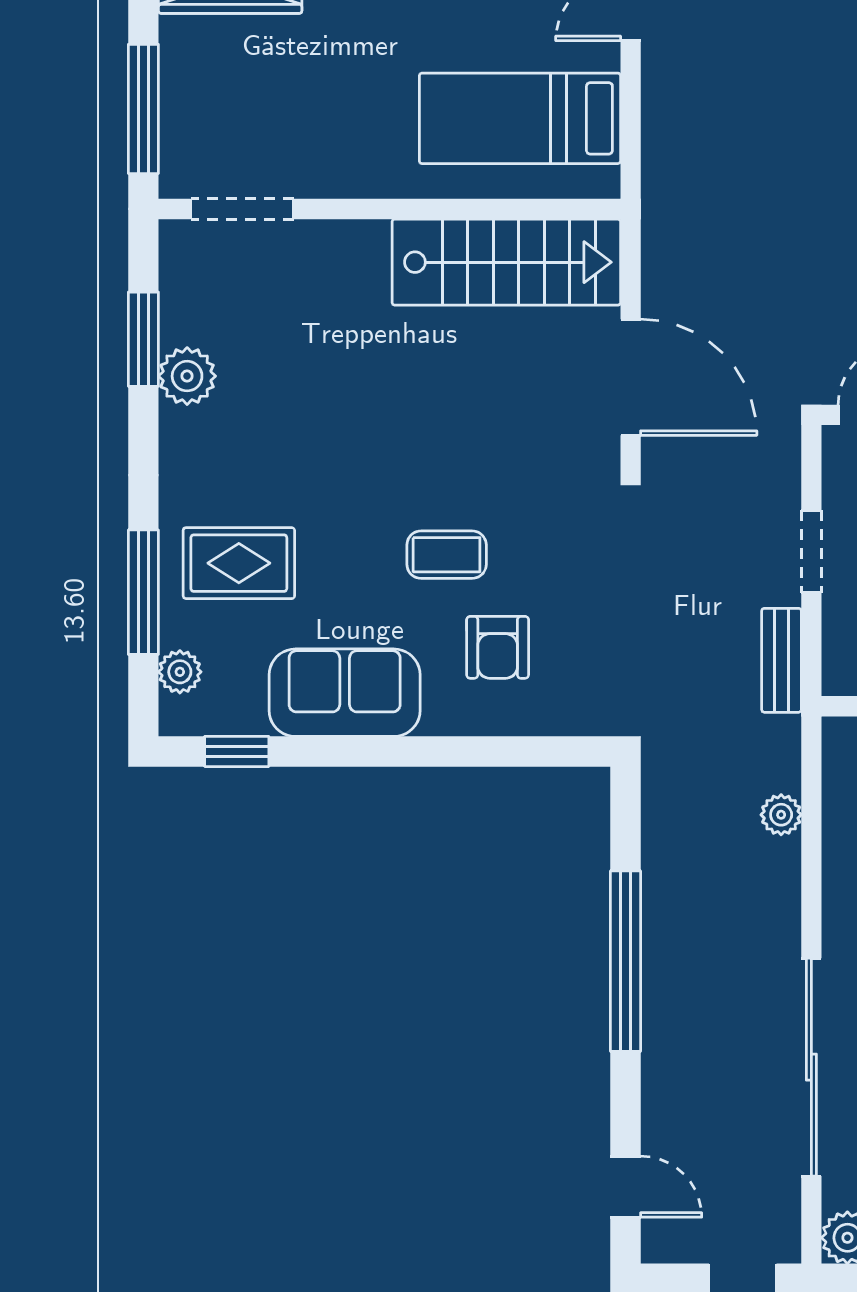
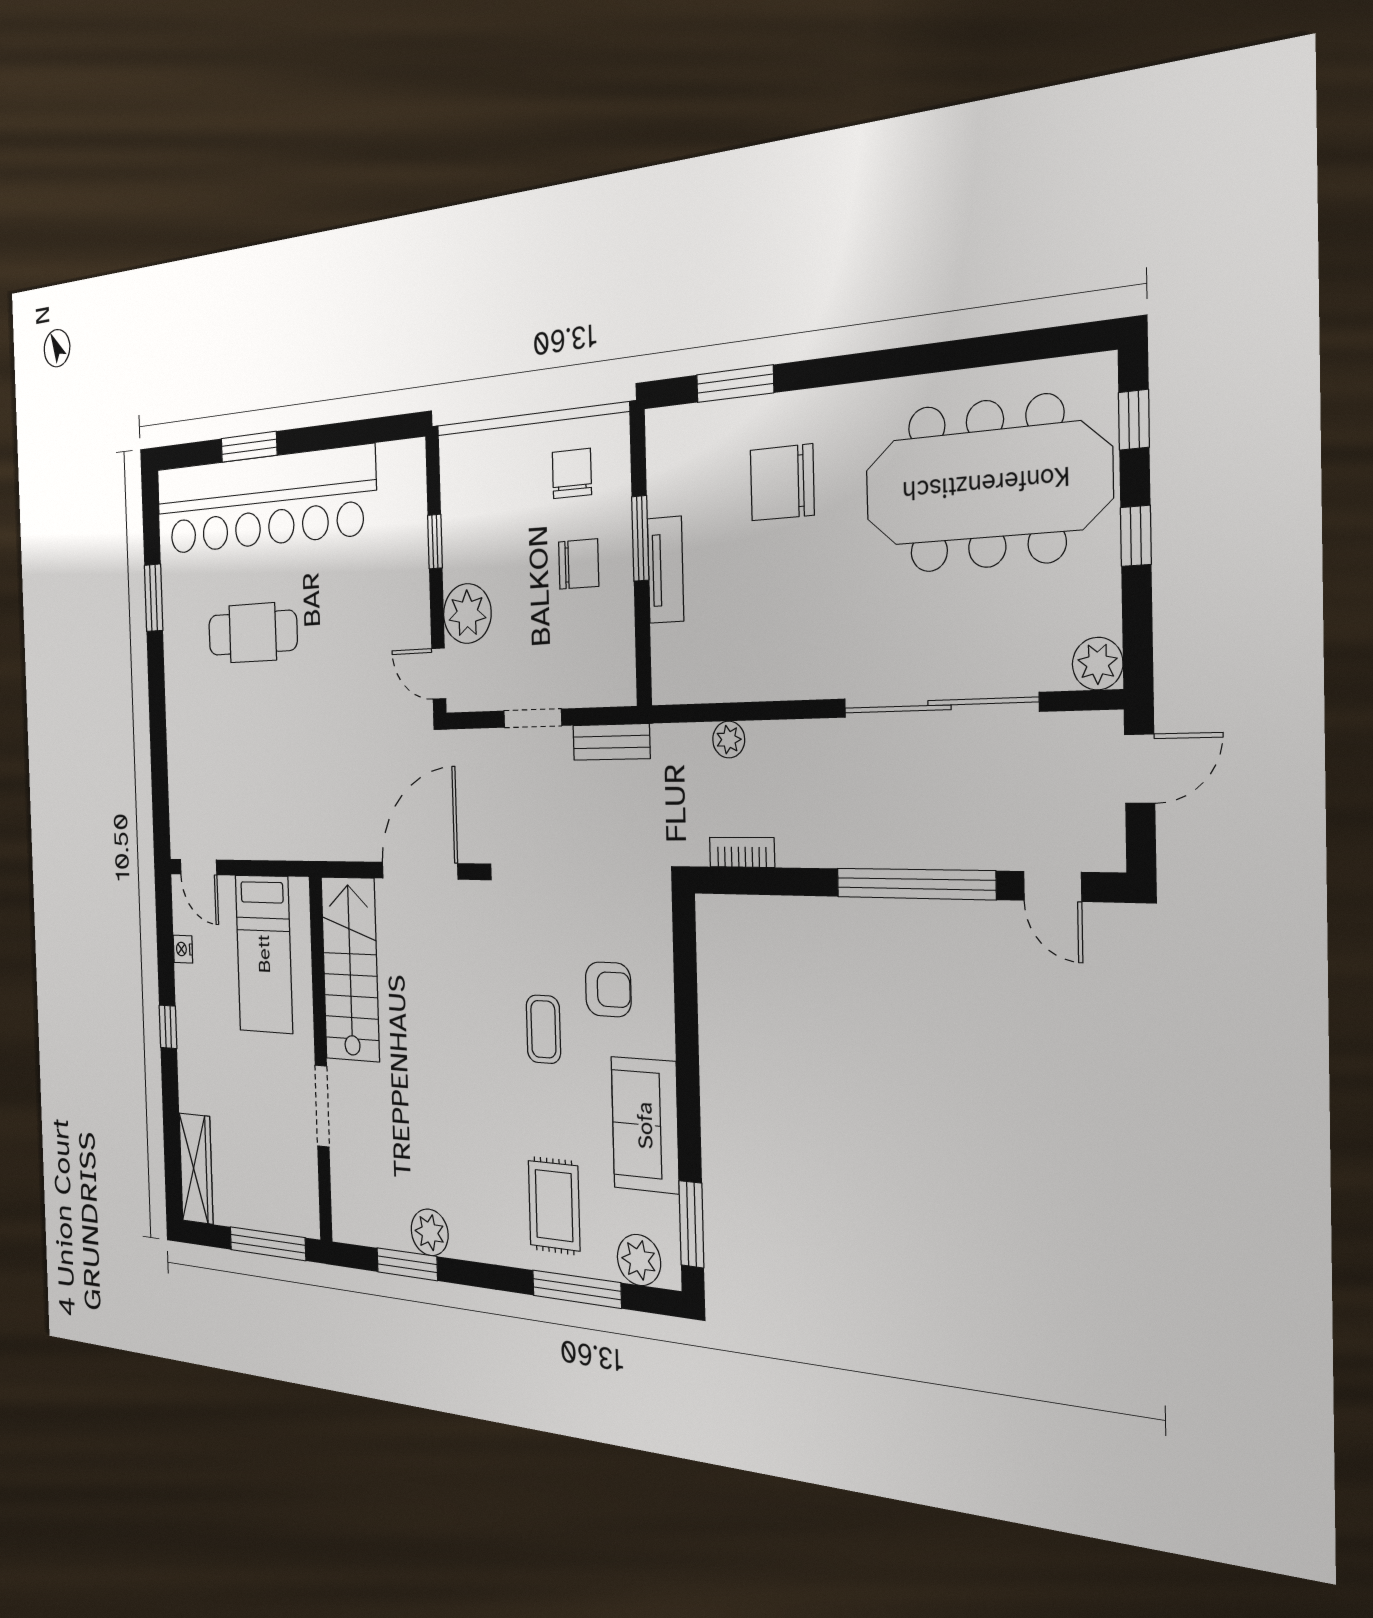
doorway: (242, 209) -> (322, 1106), moved
plant: (180, 672) -> (639, 1260), width x1.38, depth x1.38
window: (237, 751) -> (691, 1224), width x1.50
bookcase: (657, 828) -> (742, 852), added
window: (626, 961) -> (915, 884), moved
door: (626, 1187) -> (1053, 886), swing flipped

